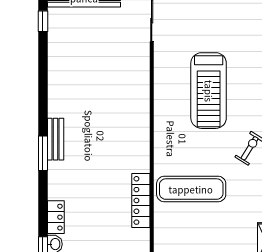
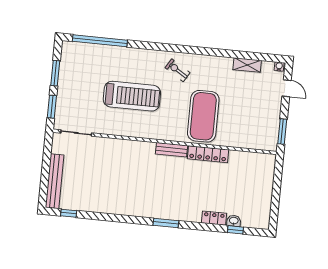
bench: (56, 139) -> (172, 150), moved
exercise mat: (191, 189) -> (203, 116), width x1.47

